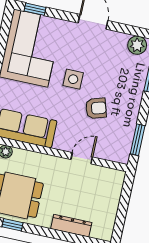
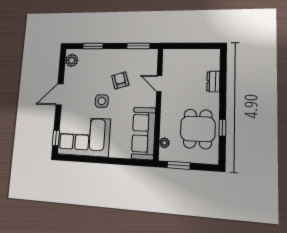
dresser: (71, 226) -> (213, 82), width x0.70

